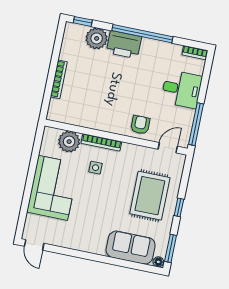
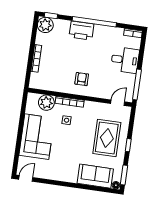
plant: (97, 38) -> (45, 25), moved
armchair: (140, 125) -> (82, 79), moved
door: (34, 245) -> (26, 178), swing flipped

